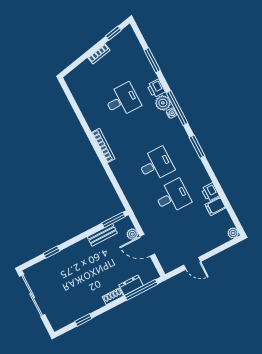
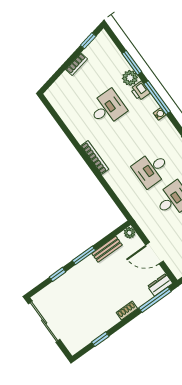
plant: (163, 103) -> (130, 78), moved
window: (177, 108) -> (157, 98), moved
desk: (156, 165) -> (151, 169), turned 180
window: (114, 220) -> (84, 255), moved
plant: (132, 234) -> (130, 233), moved
dresser: (131, 285) -> (160, 285), moved

